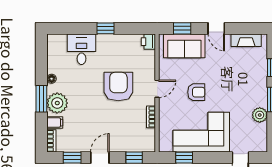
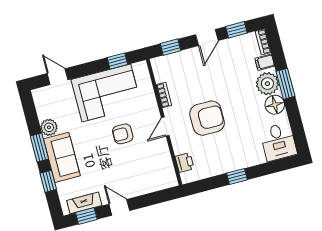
window: (182, 28) -> (86, 216), moved
printer: (148, 42) -> (185, 163), moved
sofa: (184, 46) -> (62, 157), moved, turned 90
desk: (82, 49) -> (278, 142), moved
floor lamp: (52, 79) -> (275, 105), width x1.89, depth x1.89
armchair: (118, 87) -> (207, 118), turned -90

